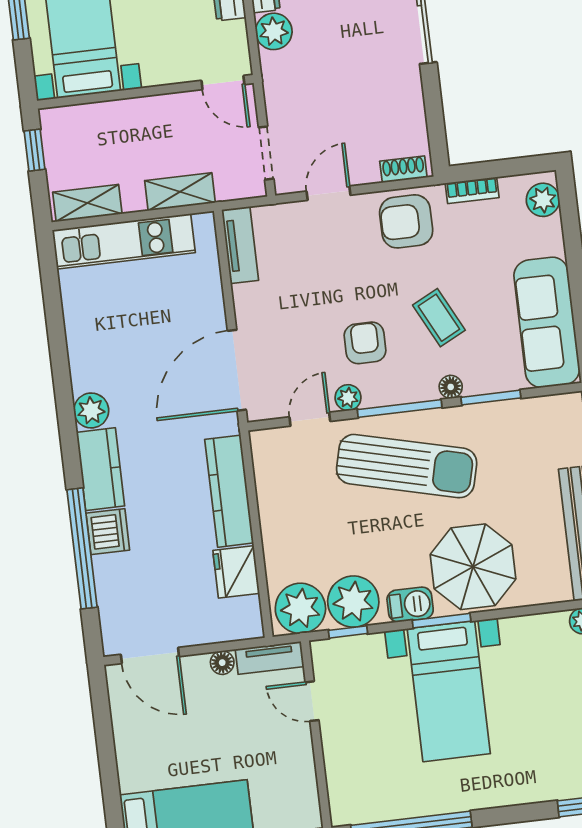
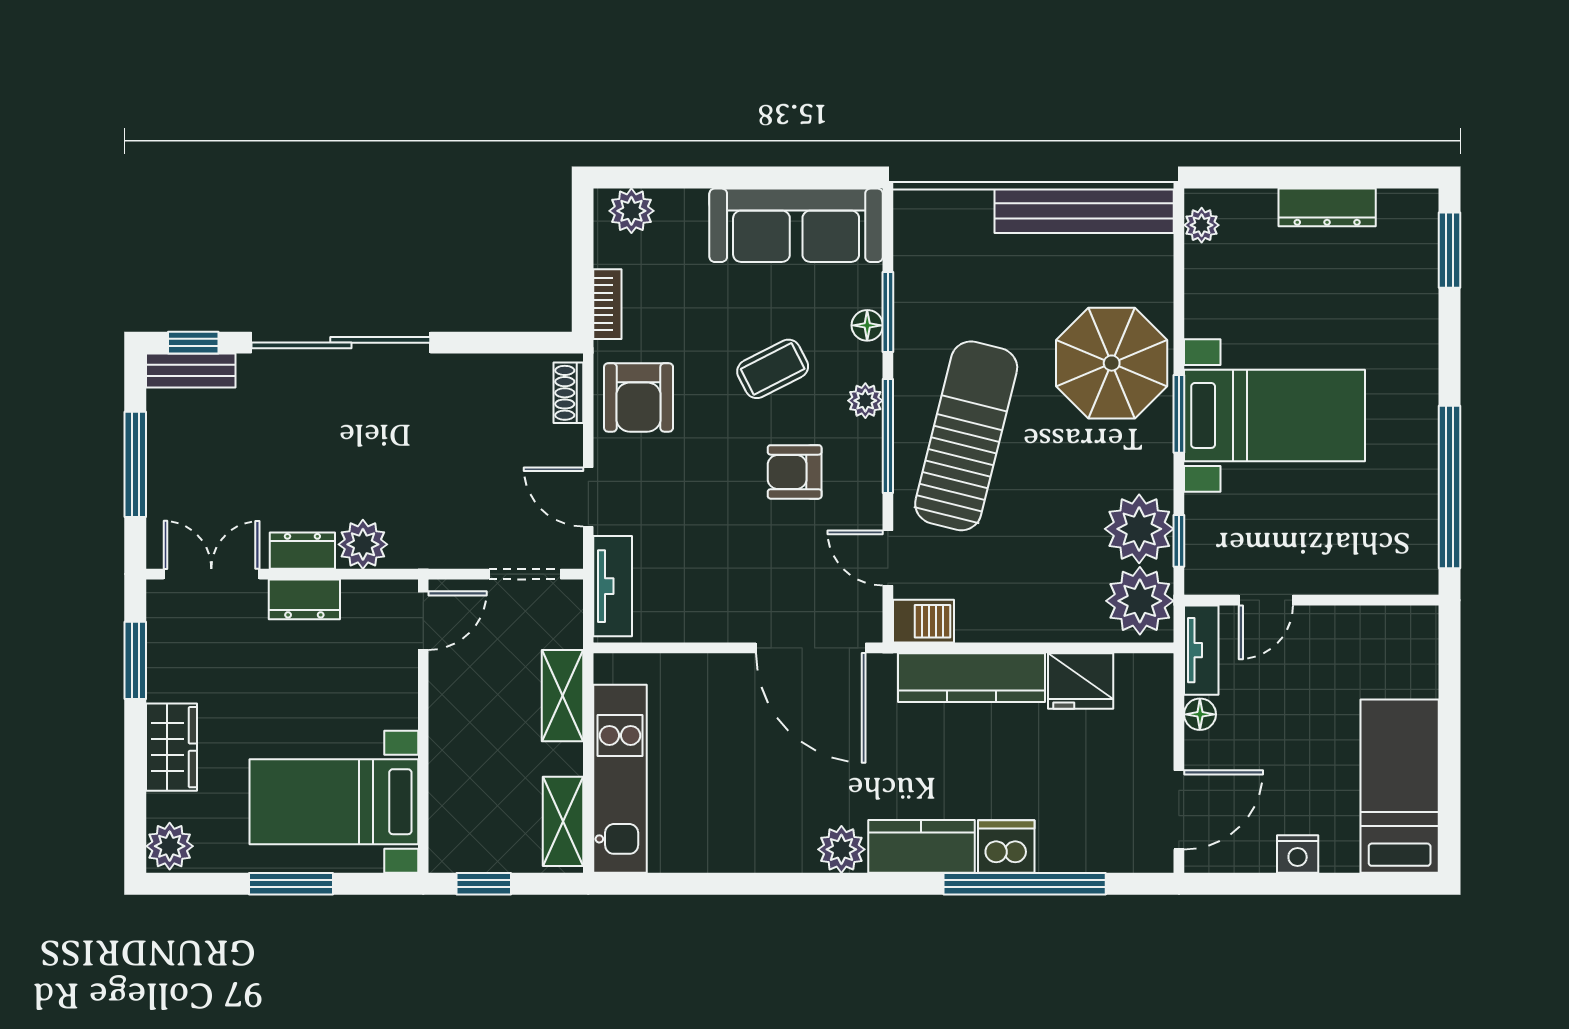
tv unit: (240, 245) -> (613, 586), moved, turned 90
floor lamp: (451, 387) -> (867, 325), moved
plant: (348, 398) -> (865, 401), moved
barbecue: (410, 605) -> (923, 621), moved, turned 90
nightstand: (128, 747) -> (1298, 854), added

